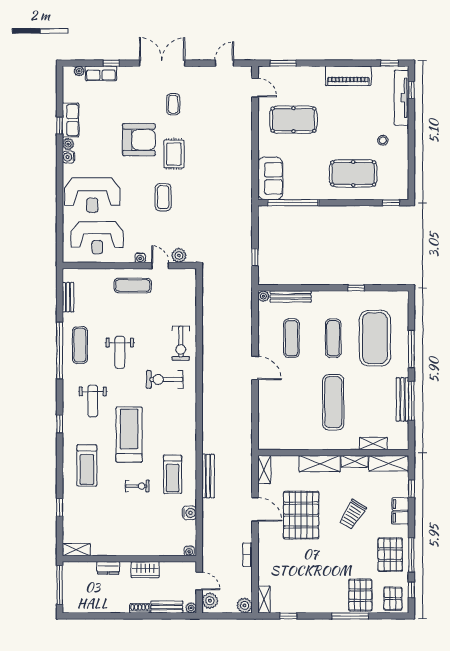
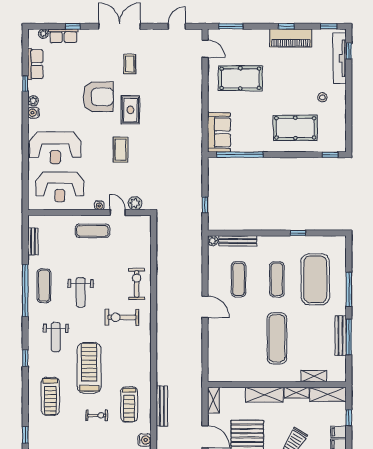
window: (343, 63) -> (286, 26), added
row of seats: (71, 120) -> (35, 64), moved
exercise bike: (181, 343) -> (137, 284), turned 180

